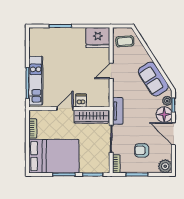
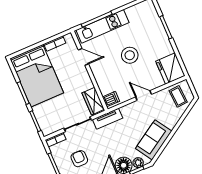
stool: (71, 68) -> (130, 55), added
dishwasher: (81, 101) -> (111, 99), moved
door: (65, 109) -> (83, 57), moved
wardrobe: (91, 117) -> (93, 101), width x0.67

